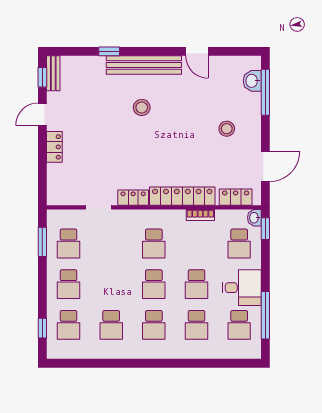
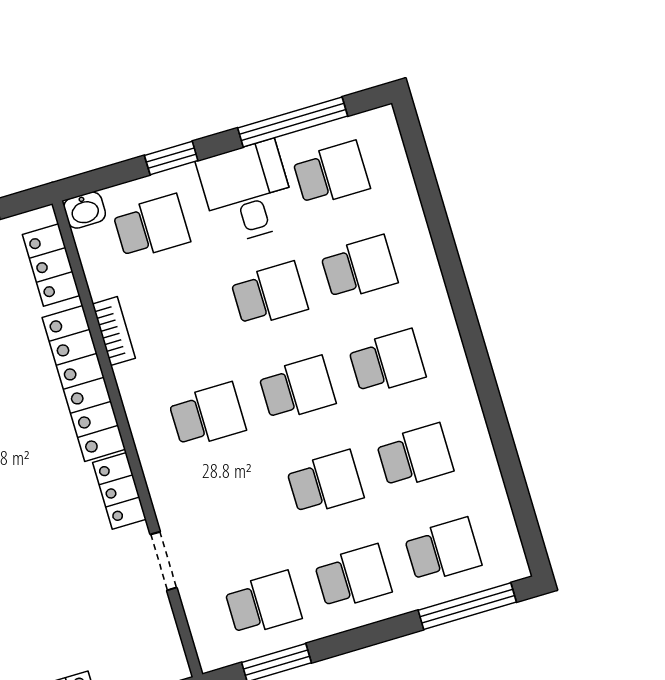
window: (265, 229) -> (171, 158), moved
school desk: (111, 284) -> (325, 483), added
window: (42, 328) -> (467, 606), width x2.17

